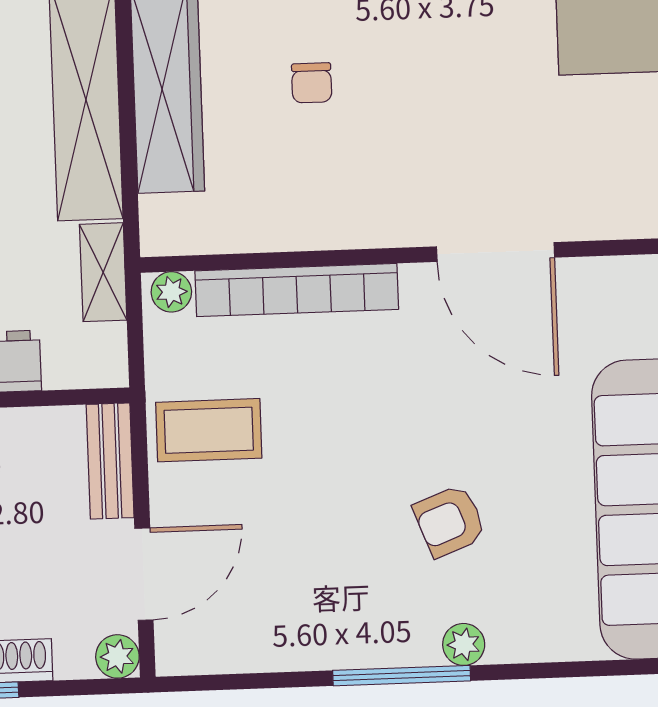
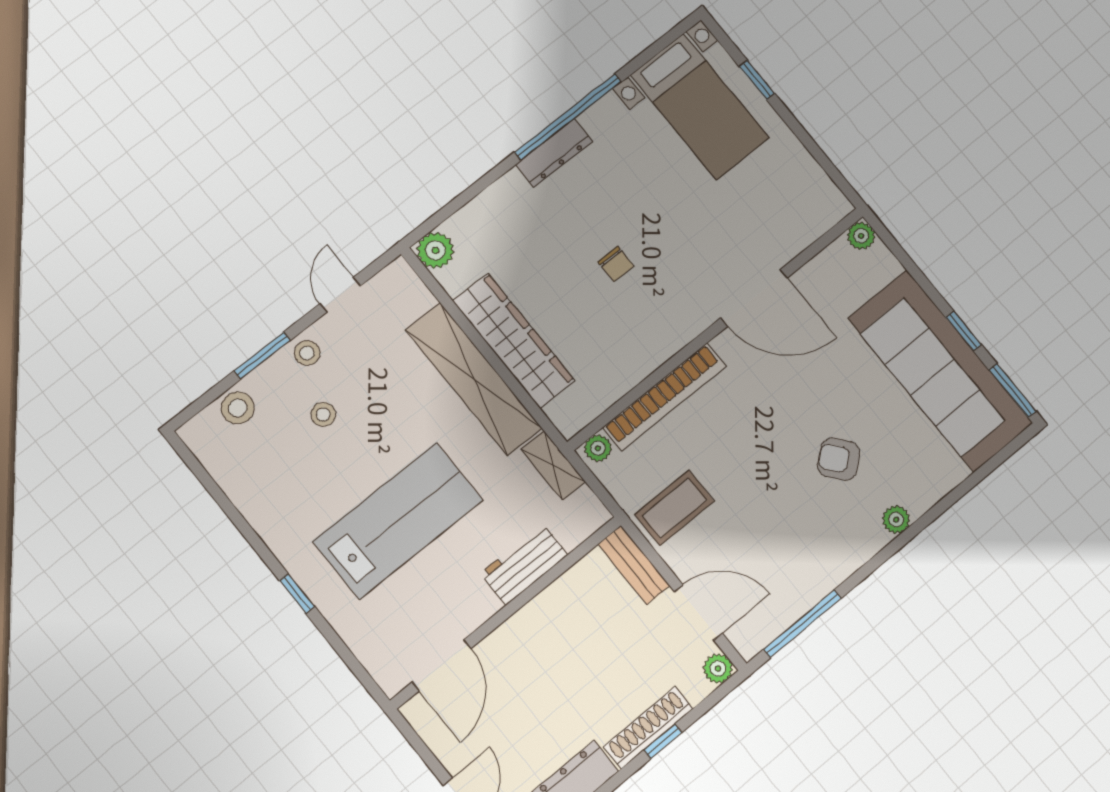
chair: (312, 83) -> (616, 264), moved
armchair: (450, 521) -> (839, 459), turned 72
door: (144, 574) -> (698, 612), hinge flipped
window: (402, 676) -> (802, 624), moved

